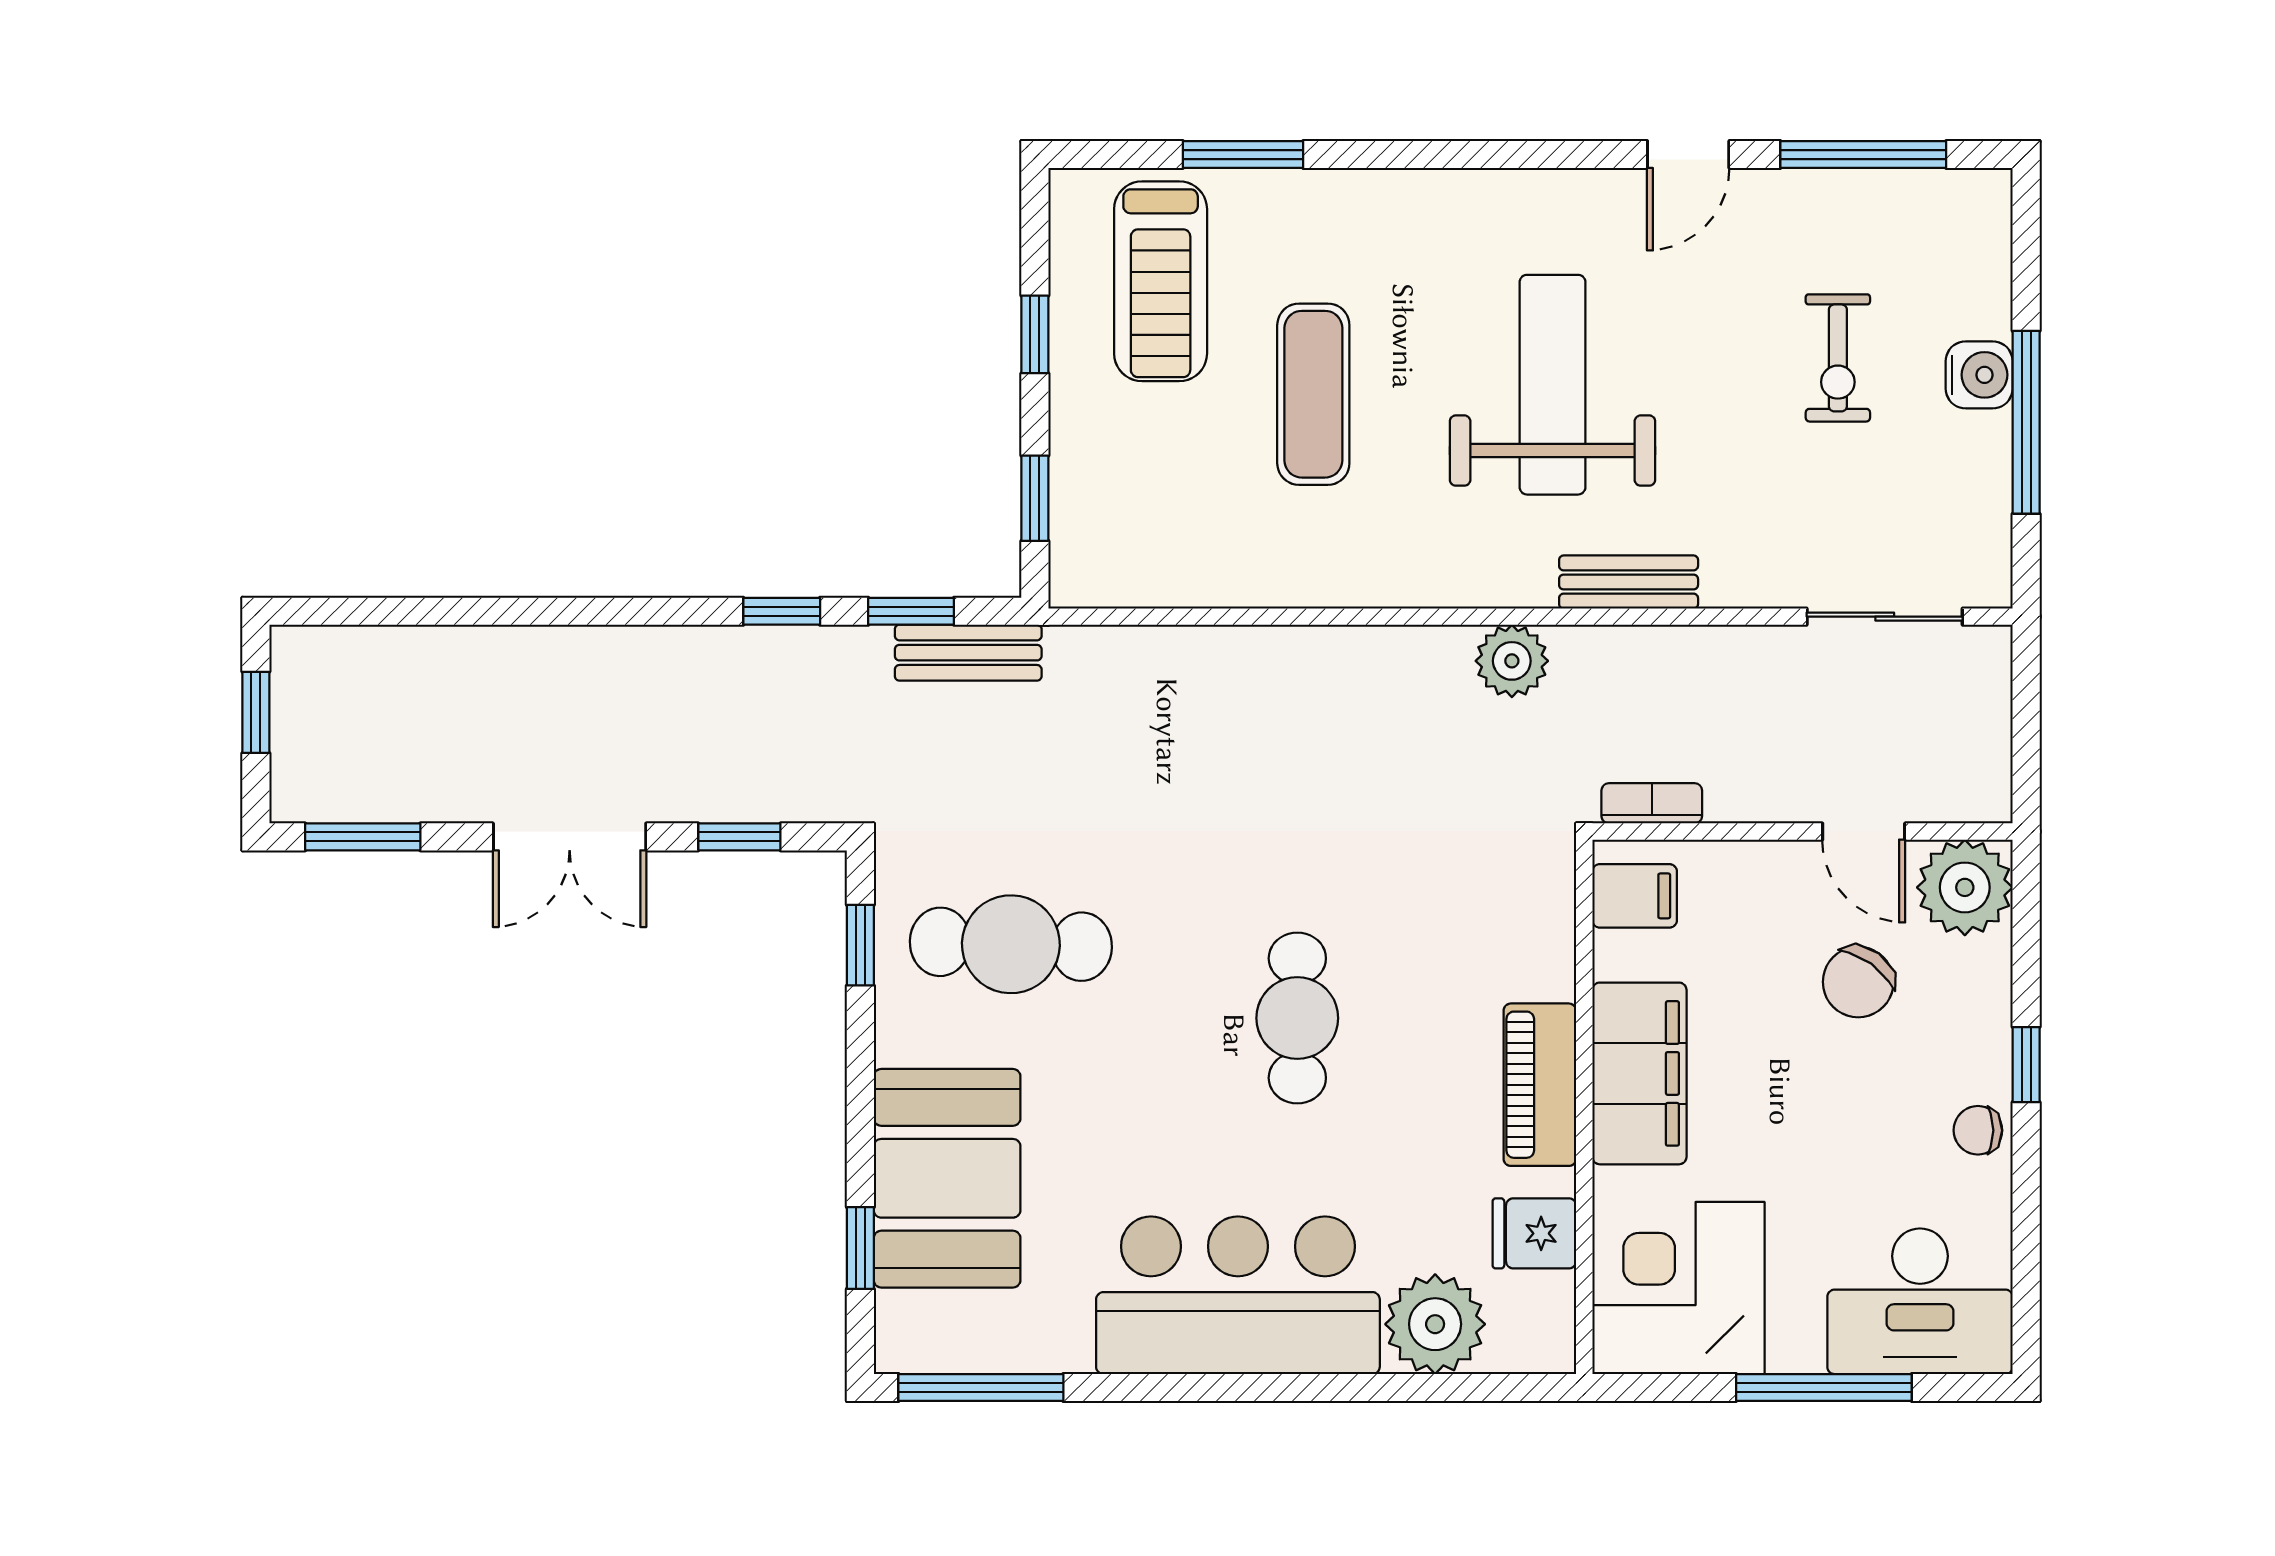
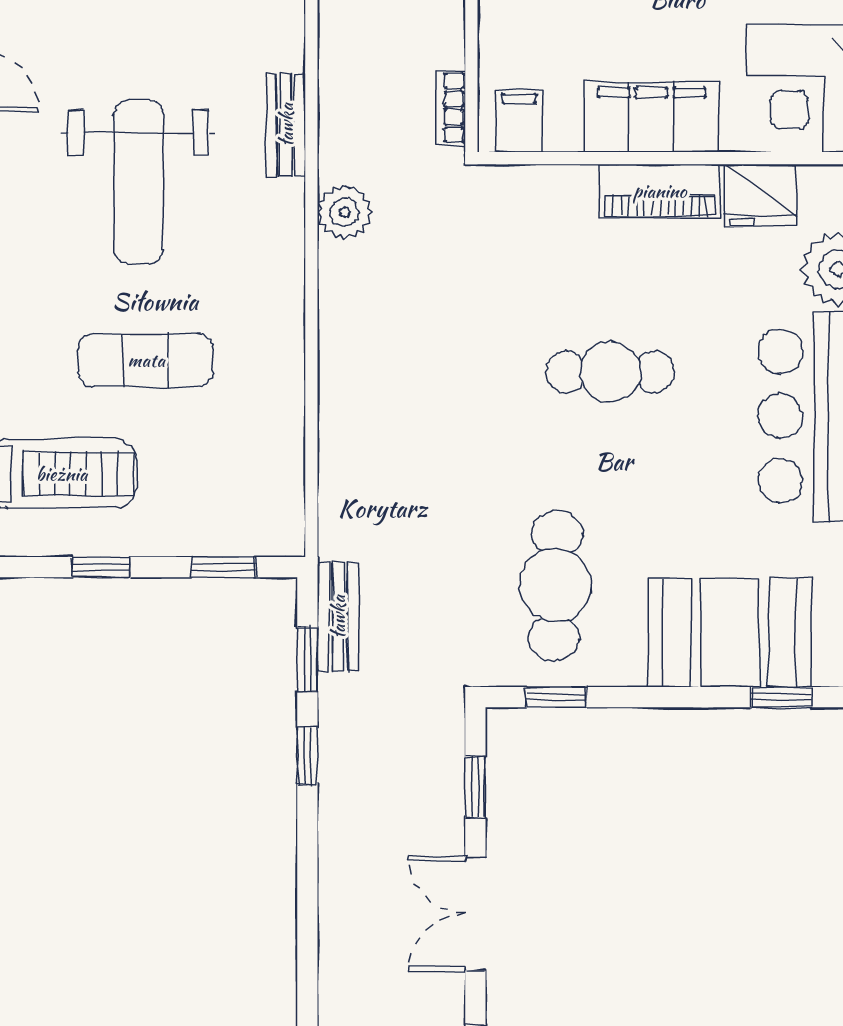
weight bench: (1553, 385) -> (139, 182), turned -90
double door: (570, 837) -> (475, 914), swing flipped
fridge: (1534, 1233) -> (761, 195), width x1.38

